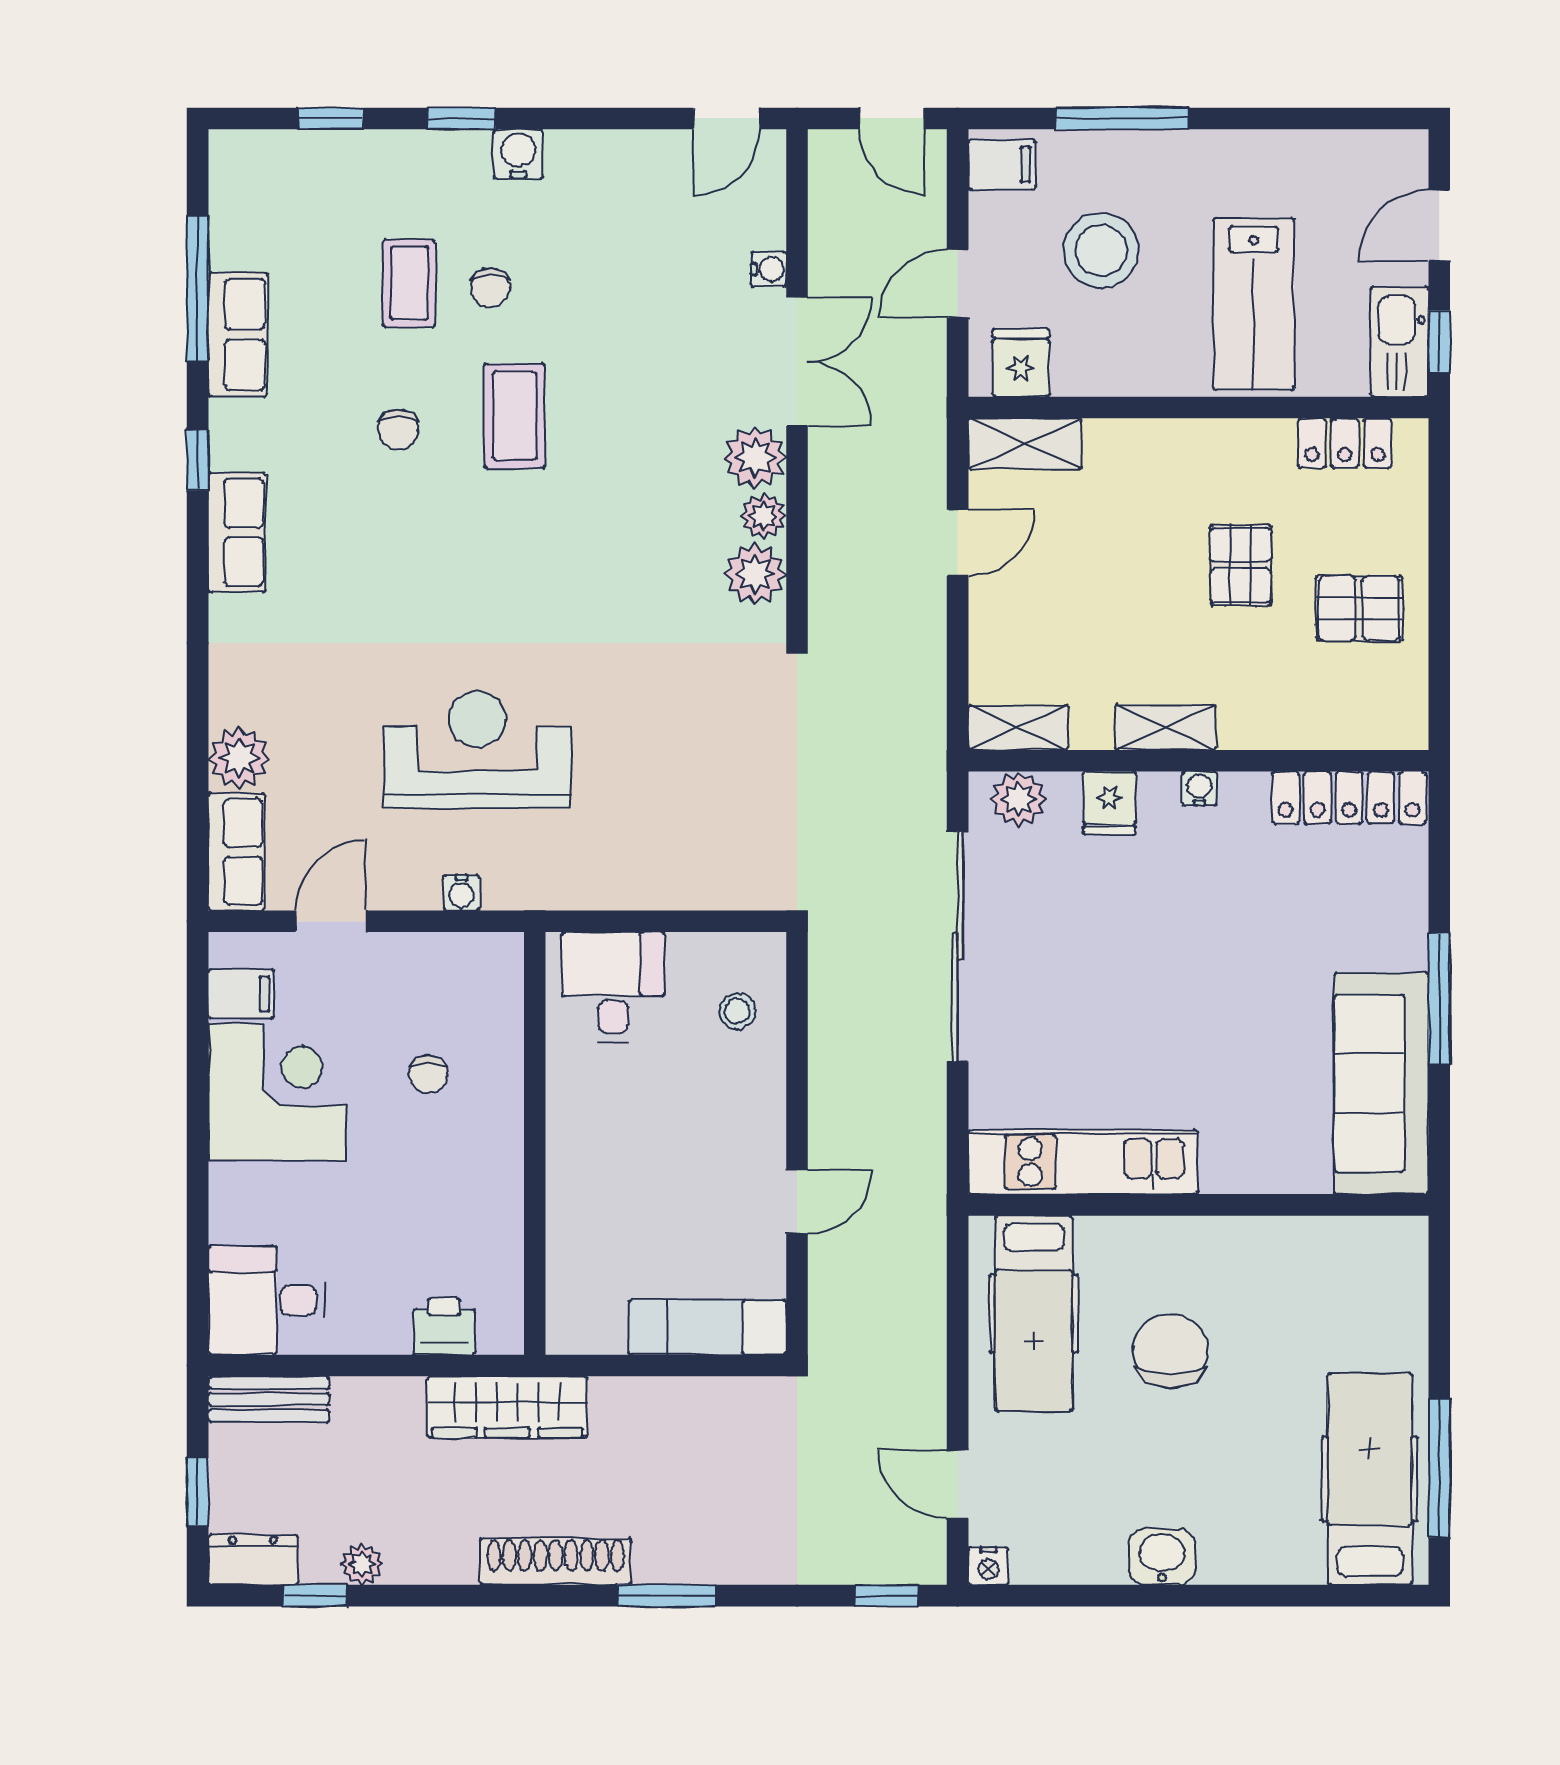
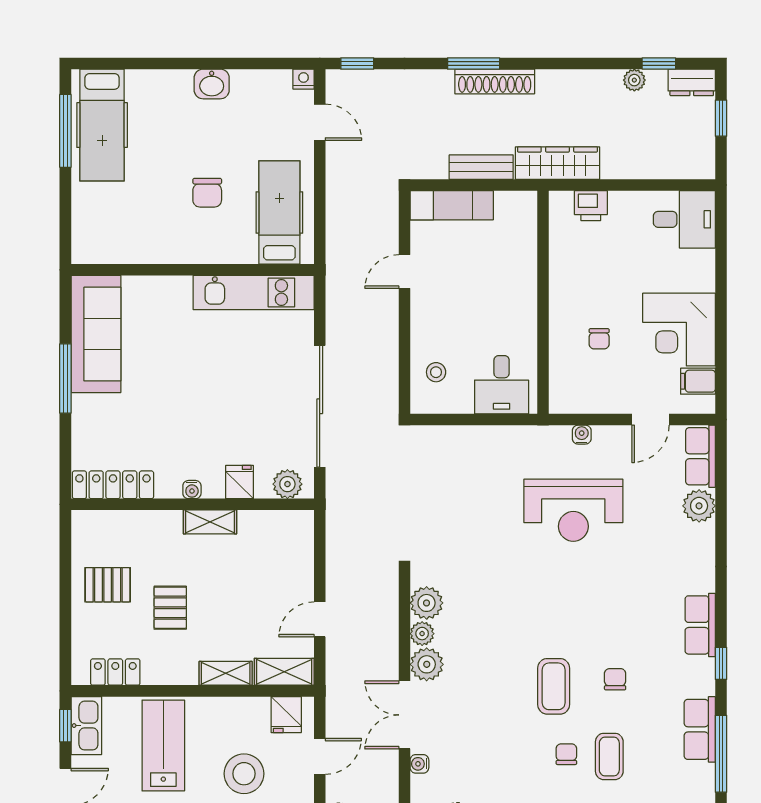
shelving: (1018, 728) -> (226, 673), moved
chair: (428, 1074) -> (599, 339), turned 180
chair: (1171, 1351) -> (207, 193), width x0.73, depth x0.73
bench: (269, 1399) -> (481, 167), moved
shoe rack: (556, 1562) -> (495, 81), moved

